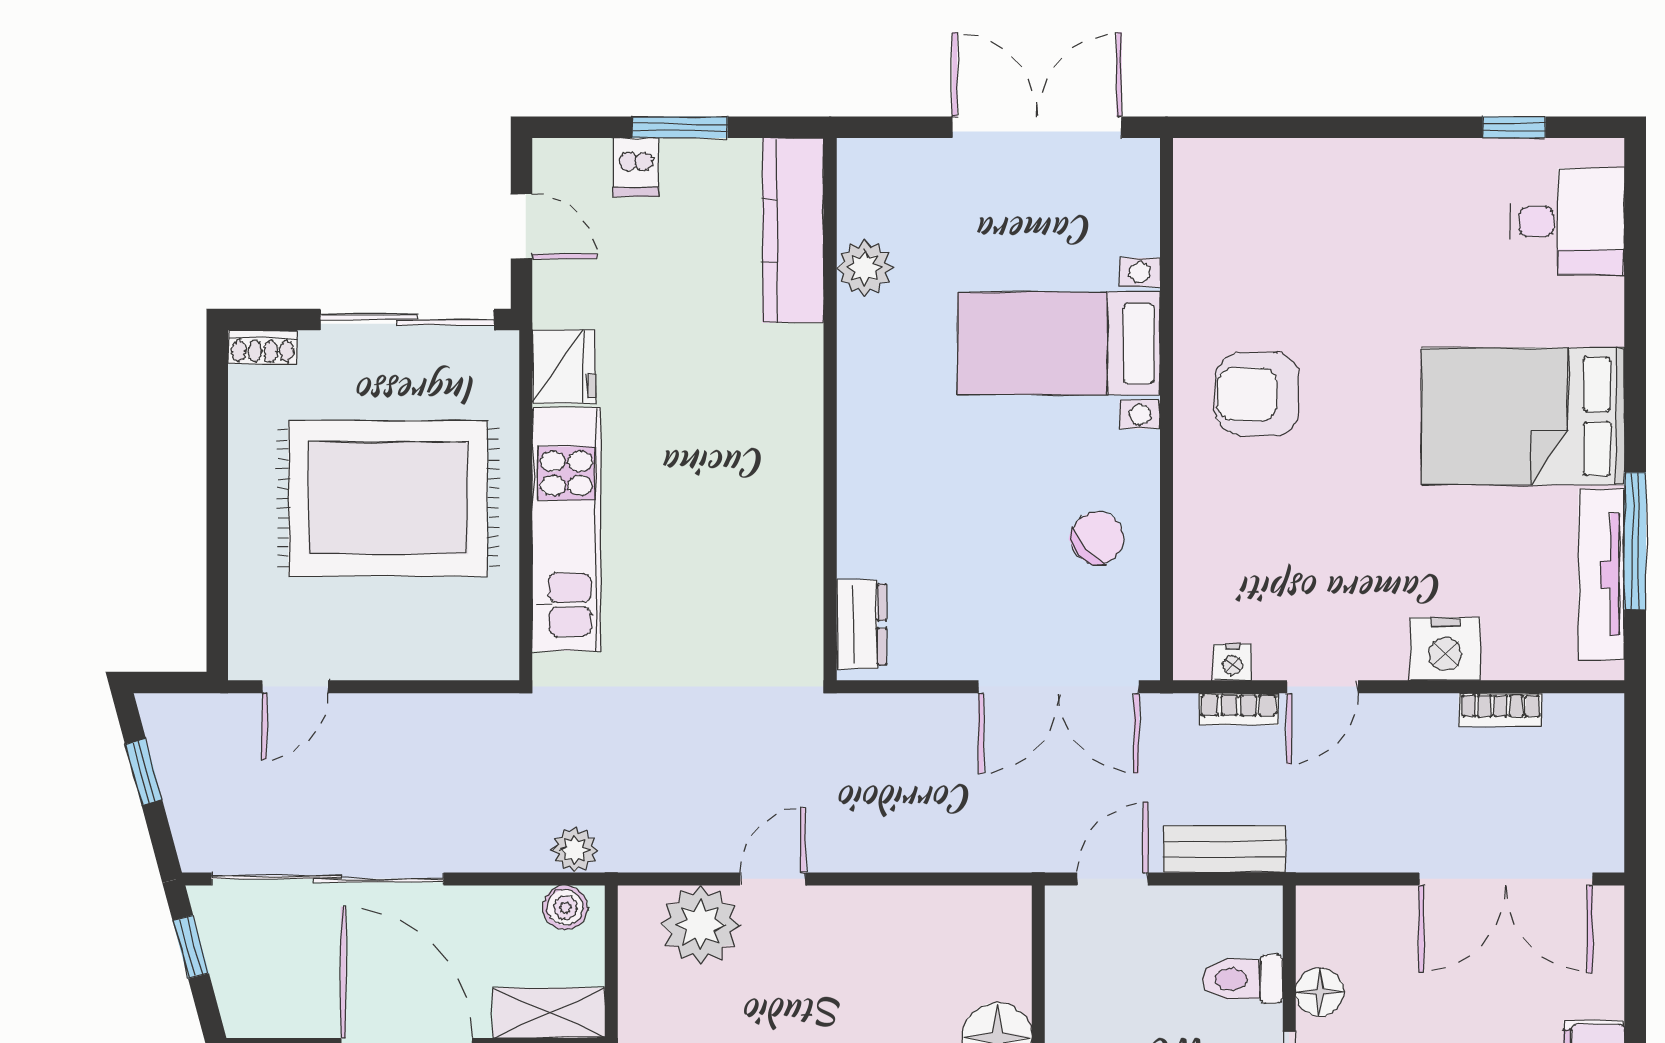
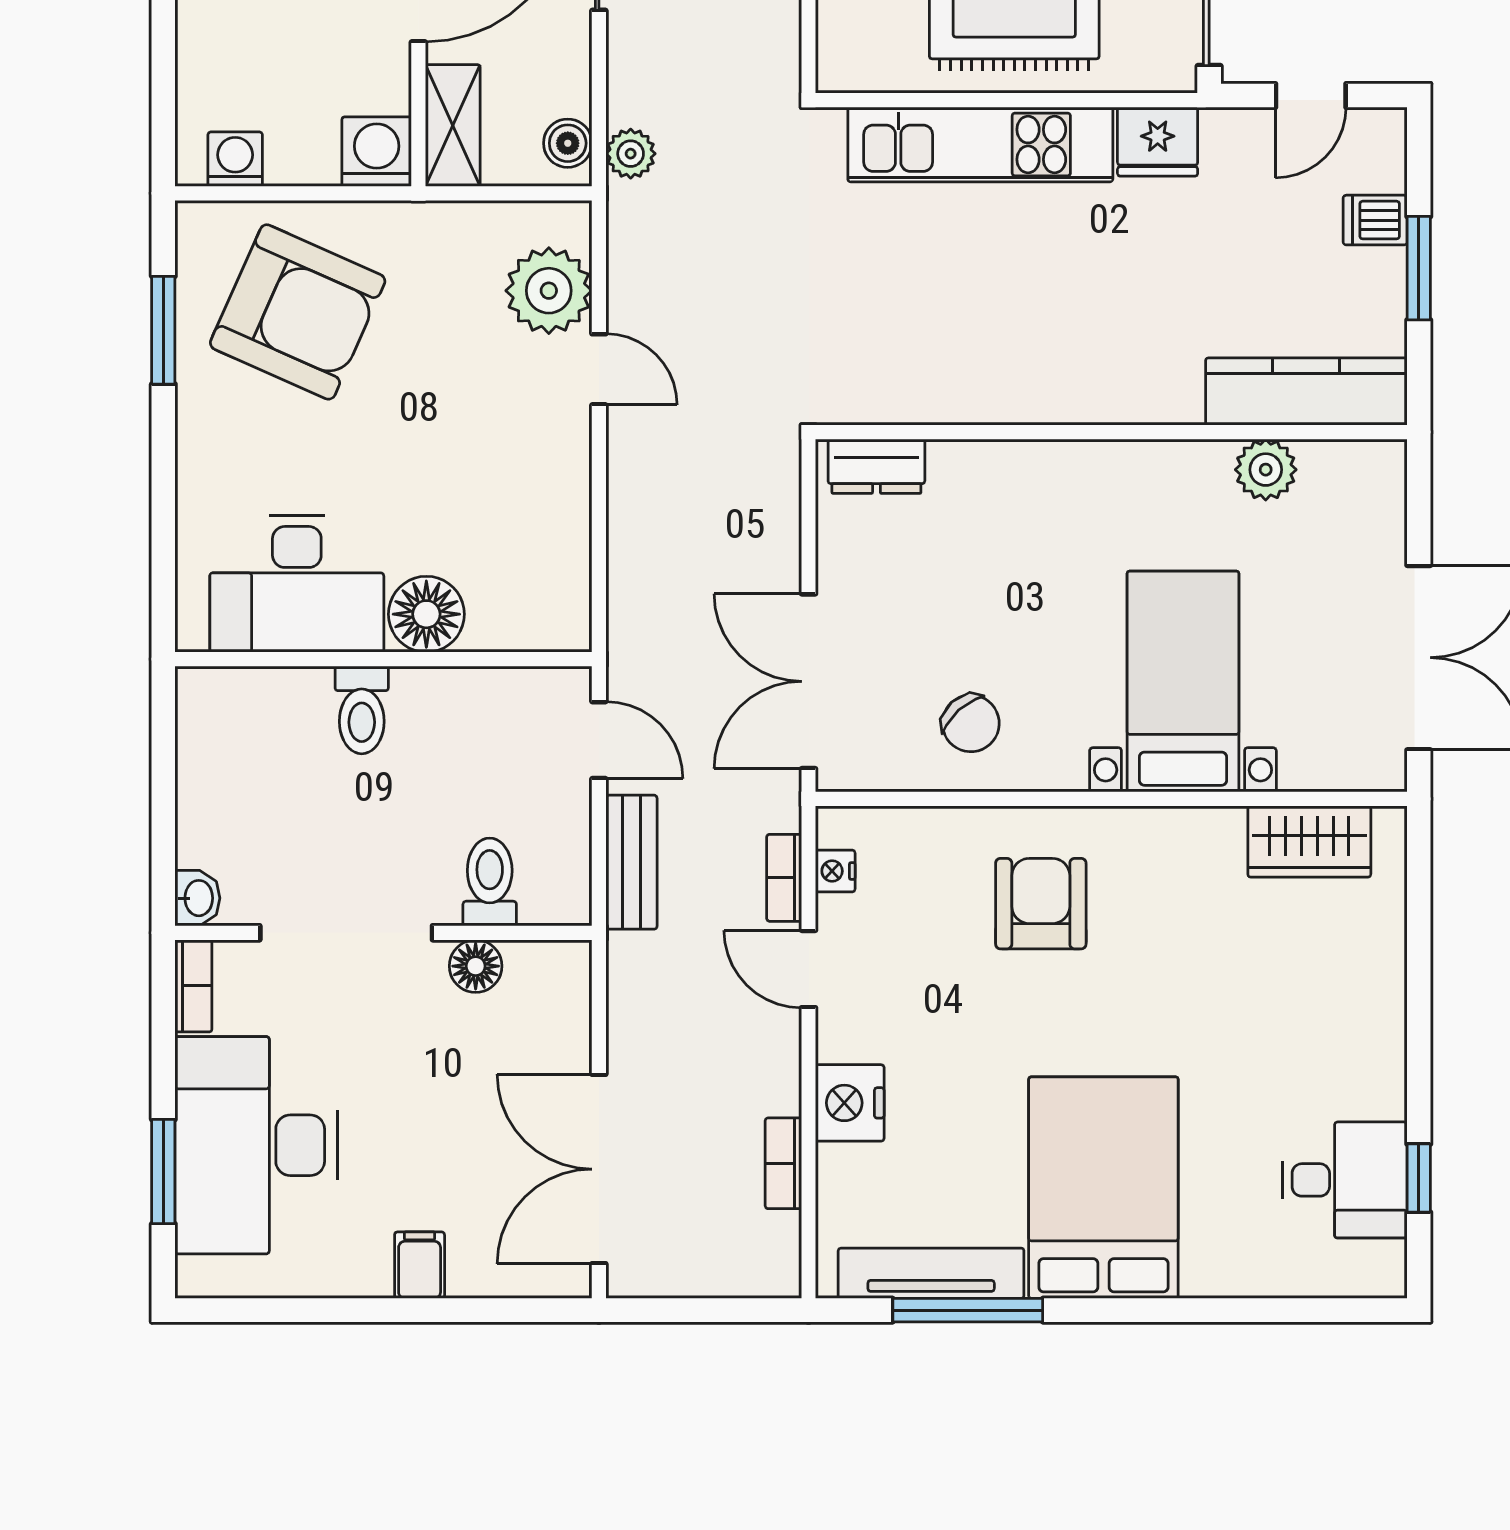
desk: (1567, 222) -> (1345, 1180), moved, turned -90
wardrobe: (1206, 228) -> (1309, 842), added
armchair: (1257, 394) -> (1041, 904), moved

